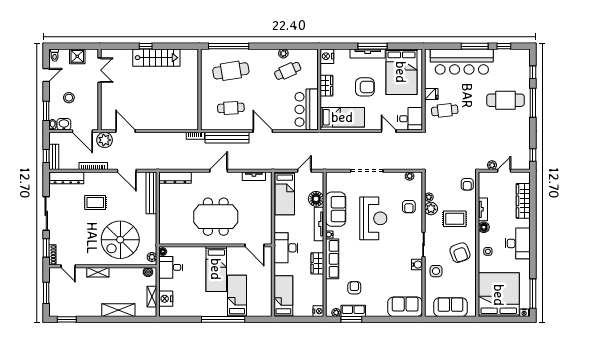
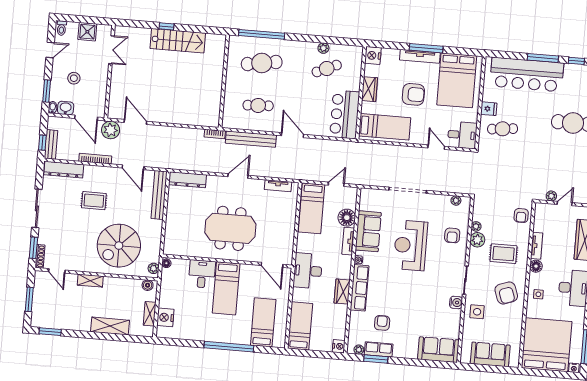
reception desk: (373, 218) -> (410, 245), turned 180
tv unit: (319, 224) -> (348, 241), width x0.71
desk: (171, 267) -> (202, 274), moved, turned 90
bed: (237, 296) -> (263, 322), moved

